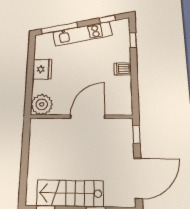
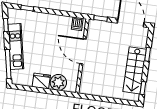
dishwasher: (123, 69) -> (77, 24), moved
plant: (42, 104) -> (58, 82), moved

